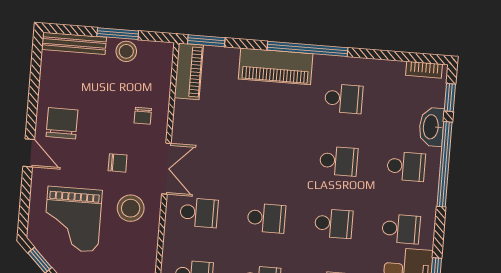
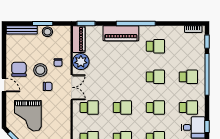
plant: (189, 118) -> (81, 62), added
washbasin: (431, 127) -> (199, 57), removed
stool: (131, 208) -> (40, 70), moved

